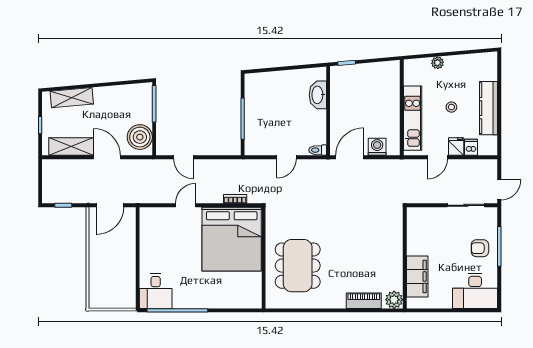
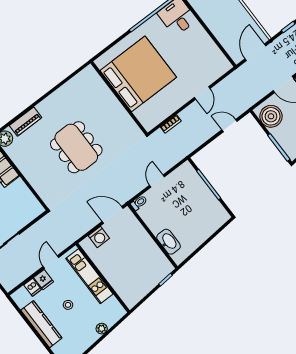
door: (350, 157) -> (113, 215), swing flipped
bed: (232, 239) -> (138, 74), moved, turned 90
dining table: (298, 266) -> (76, 147), moved

